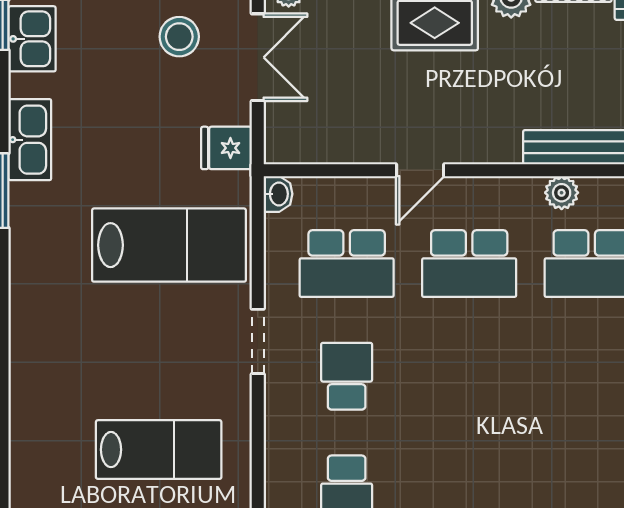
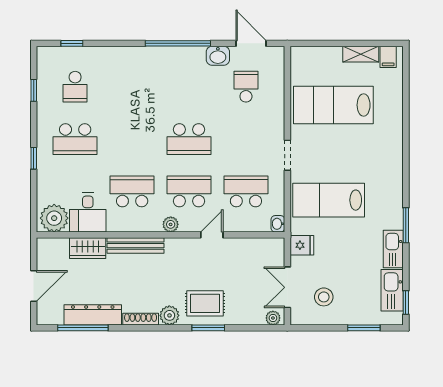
kitchen sink: (32, 39) -> (392, 290), width x1.38
plant: (562, 193) -> (171, 224), moved
school desk: (347, 376) -> (189, 139), moved, width x1.85
lab bench: (159, 450) -> (333, 105), width x1.36, depth x1.39

